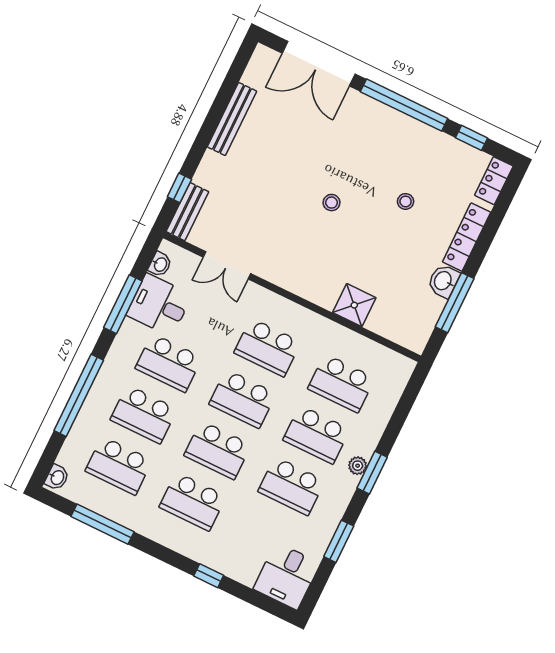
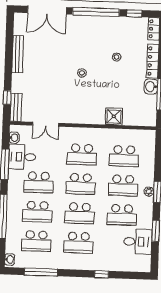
desk: (287, 576) -> (138, 242), moved, turned -90

